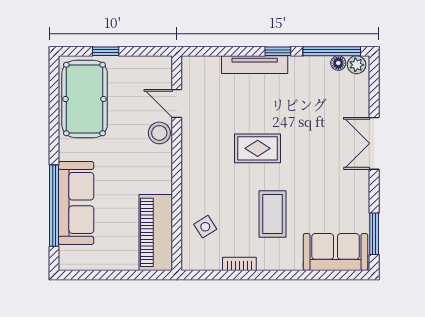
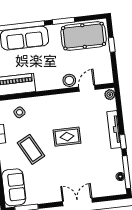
plant: (357, 65) -> (110, 95), moved
window: (54, 131) -> (64, 21), added
rug: (258, 148) -> (67, 137), turned 90
coffee table: (273, 214) -> (31, 149), turned 62

